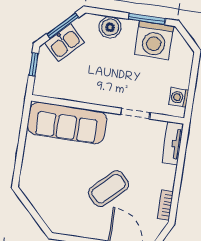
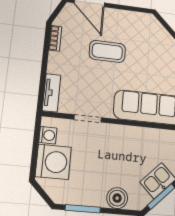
washing machine: (154, 40) -> (53, 162), moved, turned 90
coffee table: (108, 189) -> (107, 51), turned 44

